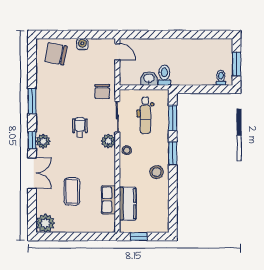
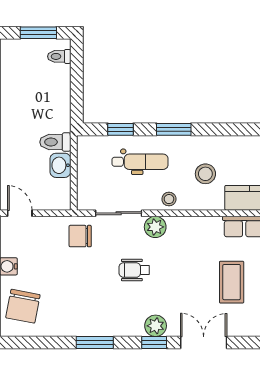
door: (117, 52) -> (20, 213), hinge flipped
chair: (102, 92) -> (80, 236), turned 180
dental chair: (145, 115) -> (140, 162), moved
window: (173, 118) -> (121, 129), width x0.67
stool: (157, 172) -> (205, 174), moved
coffee table: (72, 191) -> (232, 282), turned 90

